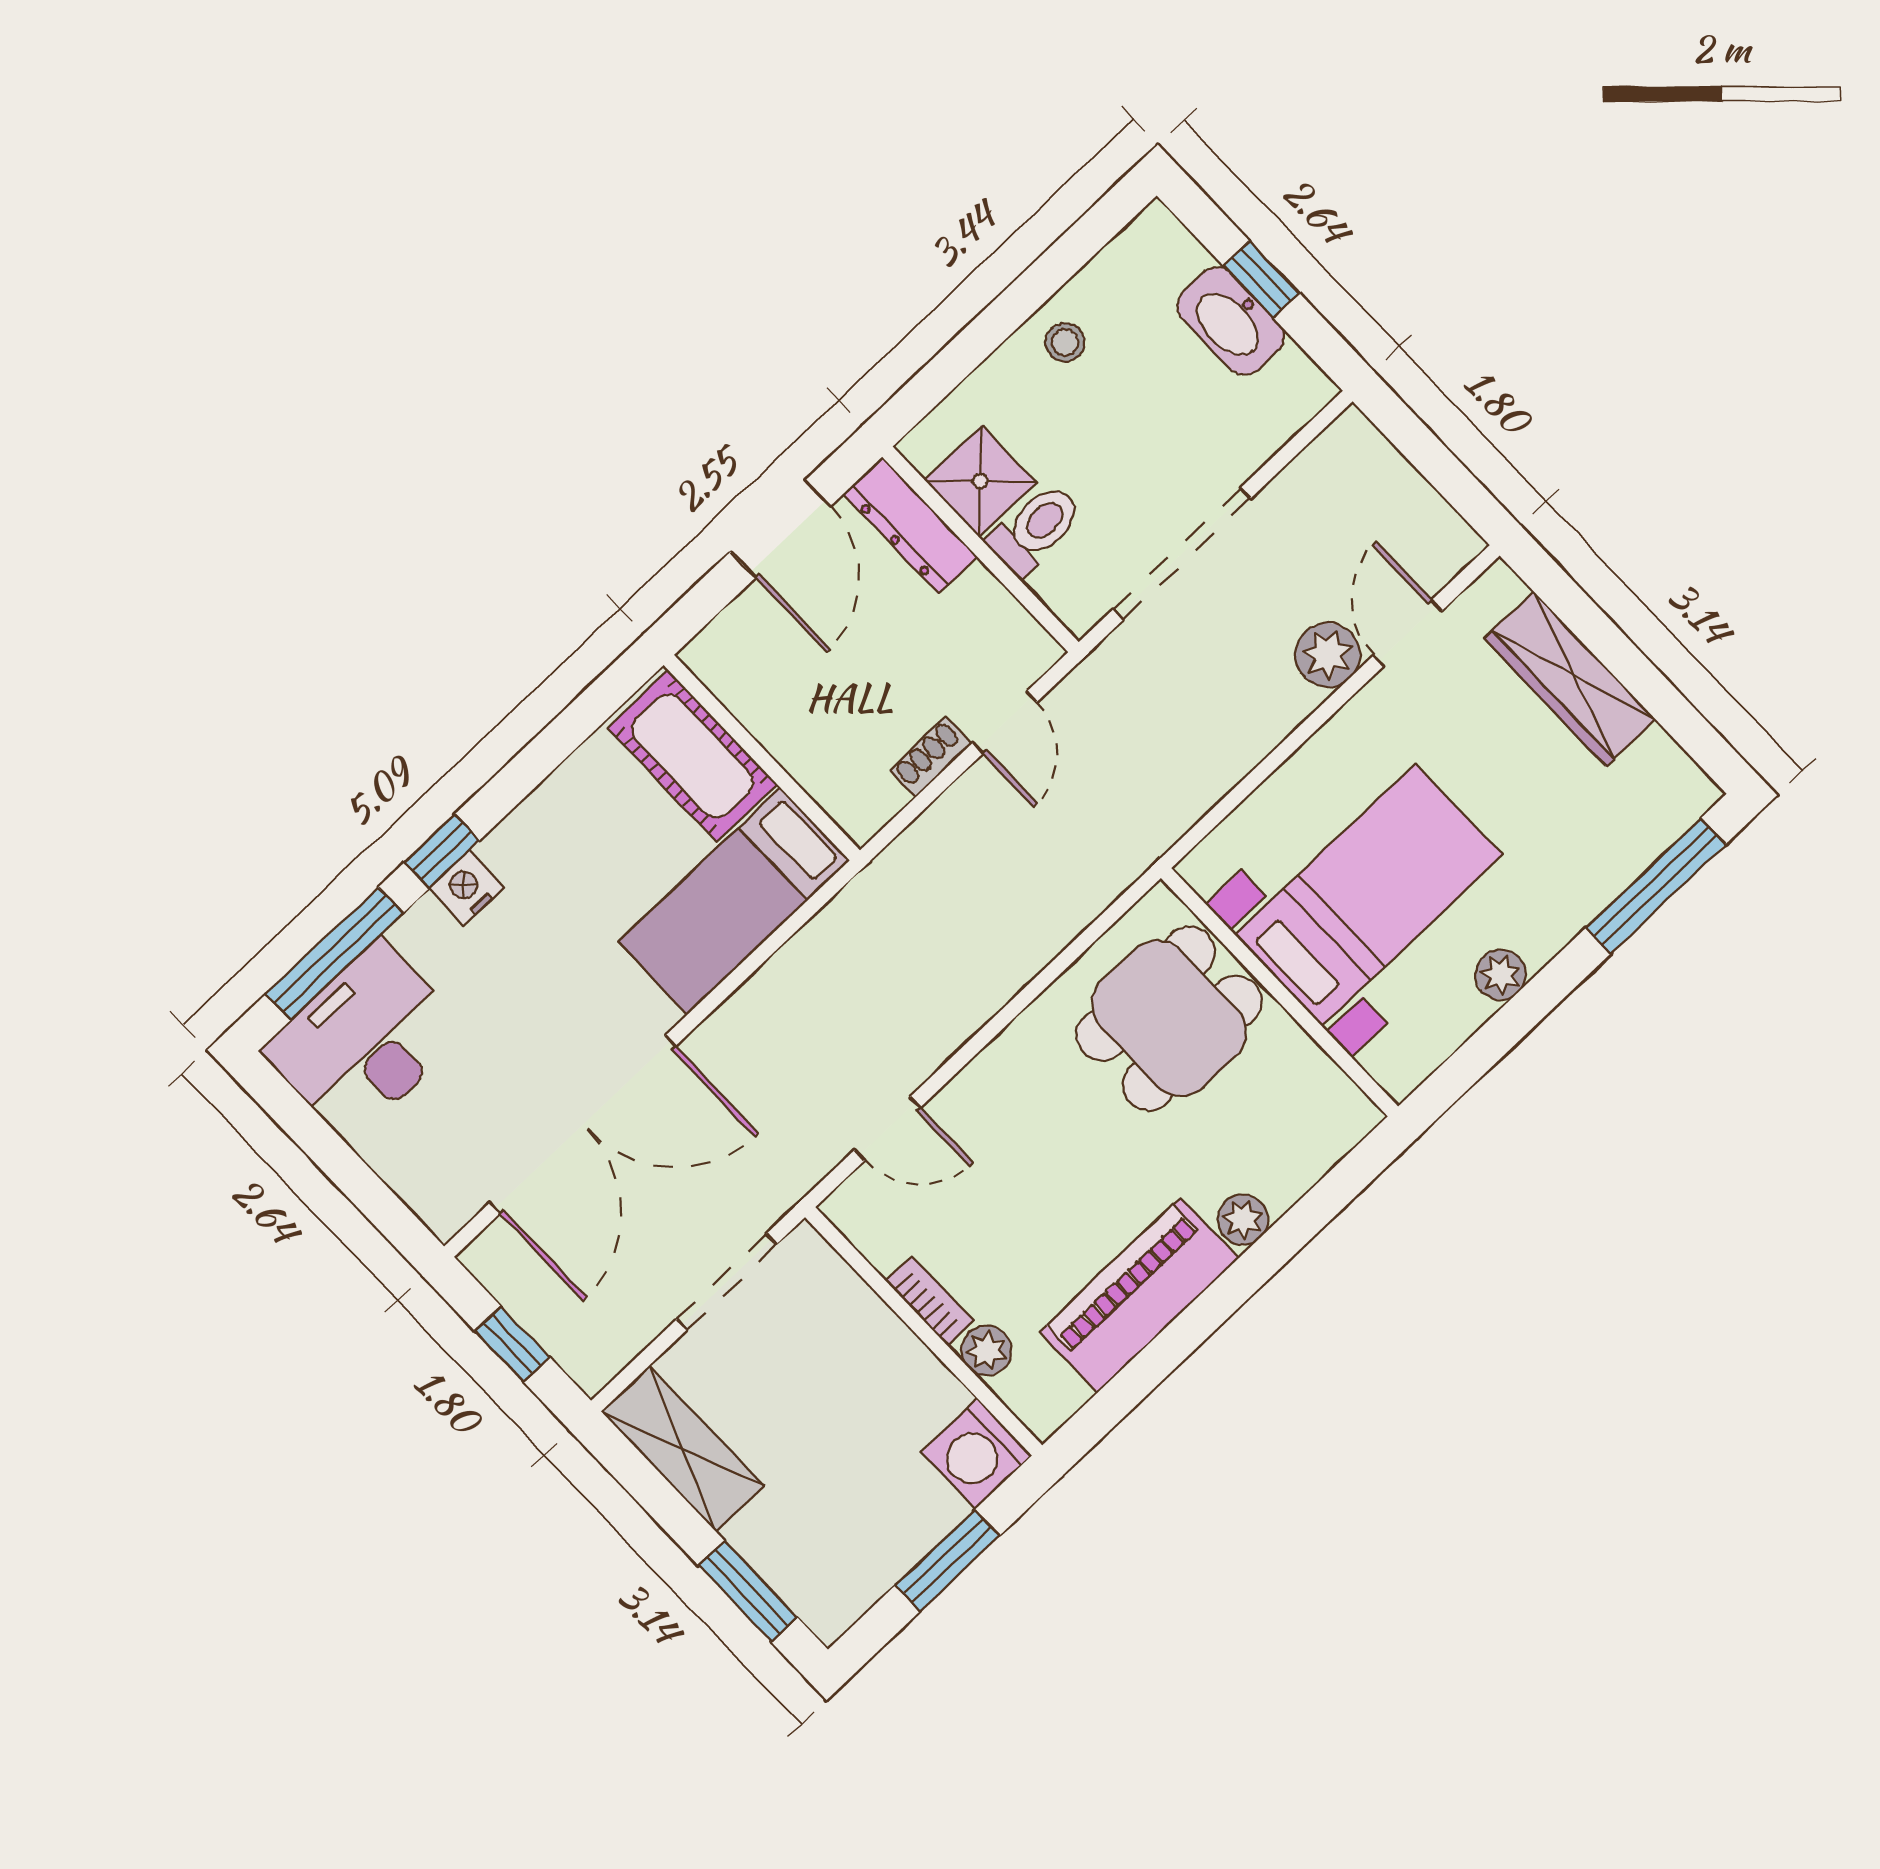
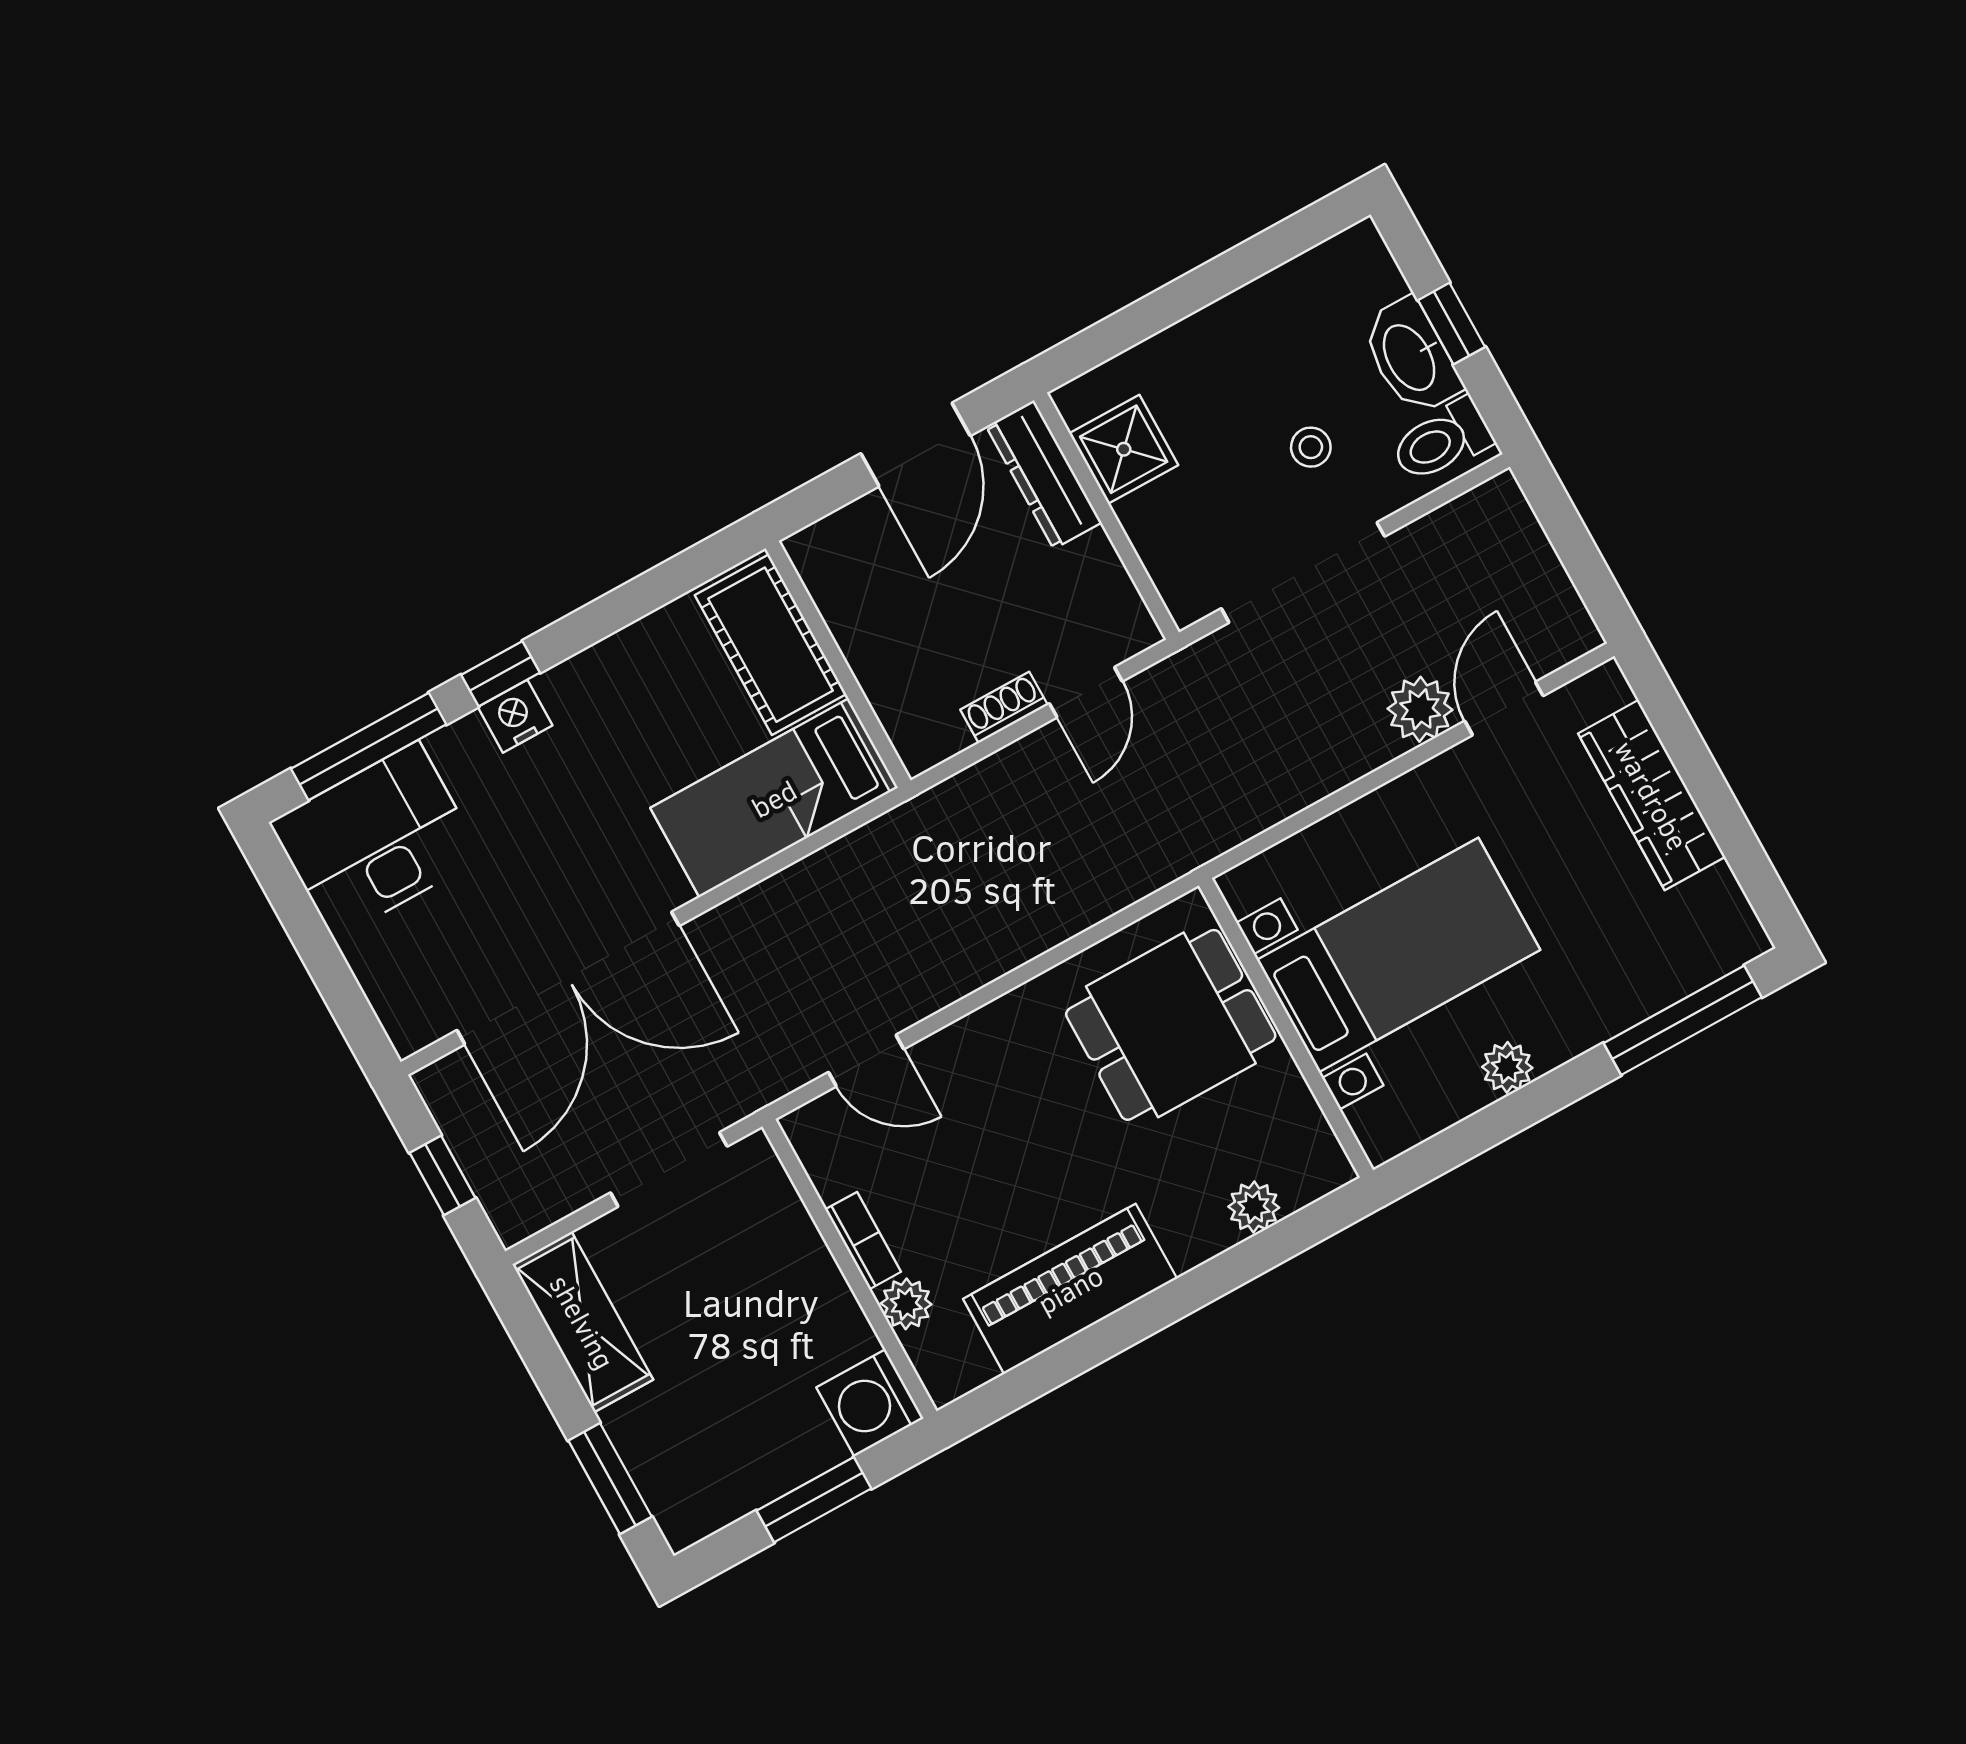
stool: (1065, 342) -> (1311, 447), moved
toilet: (1035, 529) -> (1442, 441), moved, turned 180
plant: (1243, 1220) -> (1254, 1207), moved

